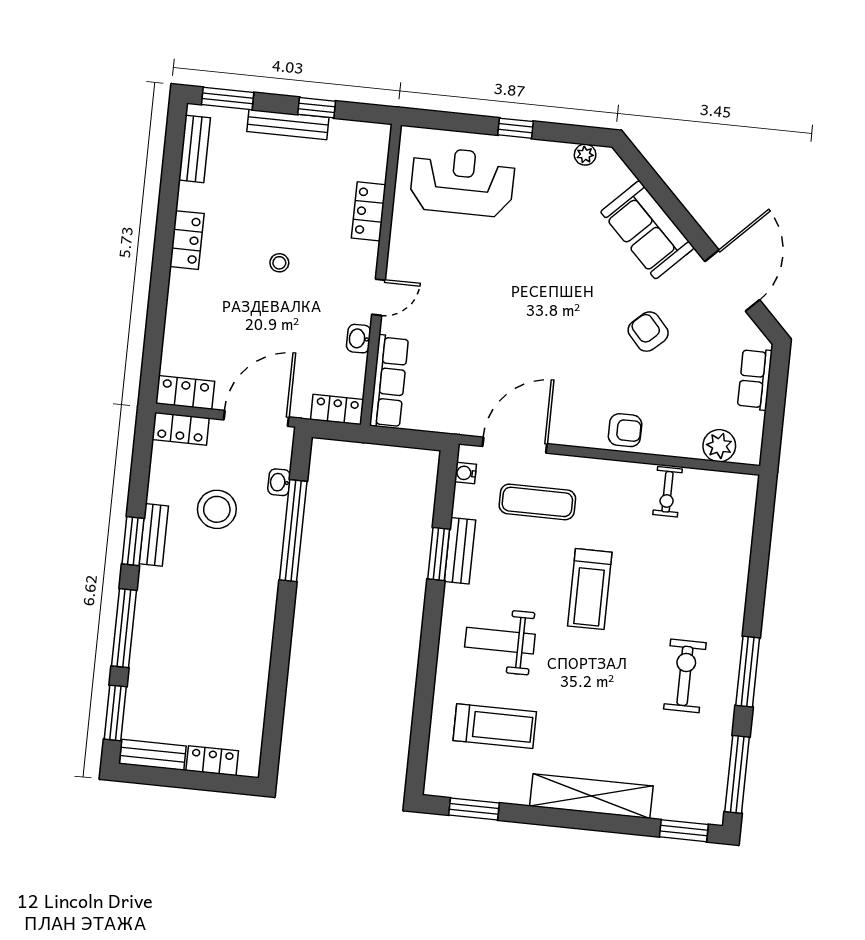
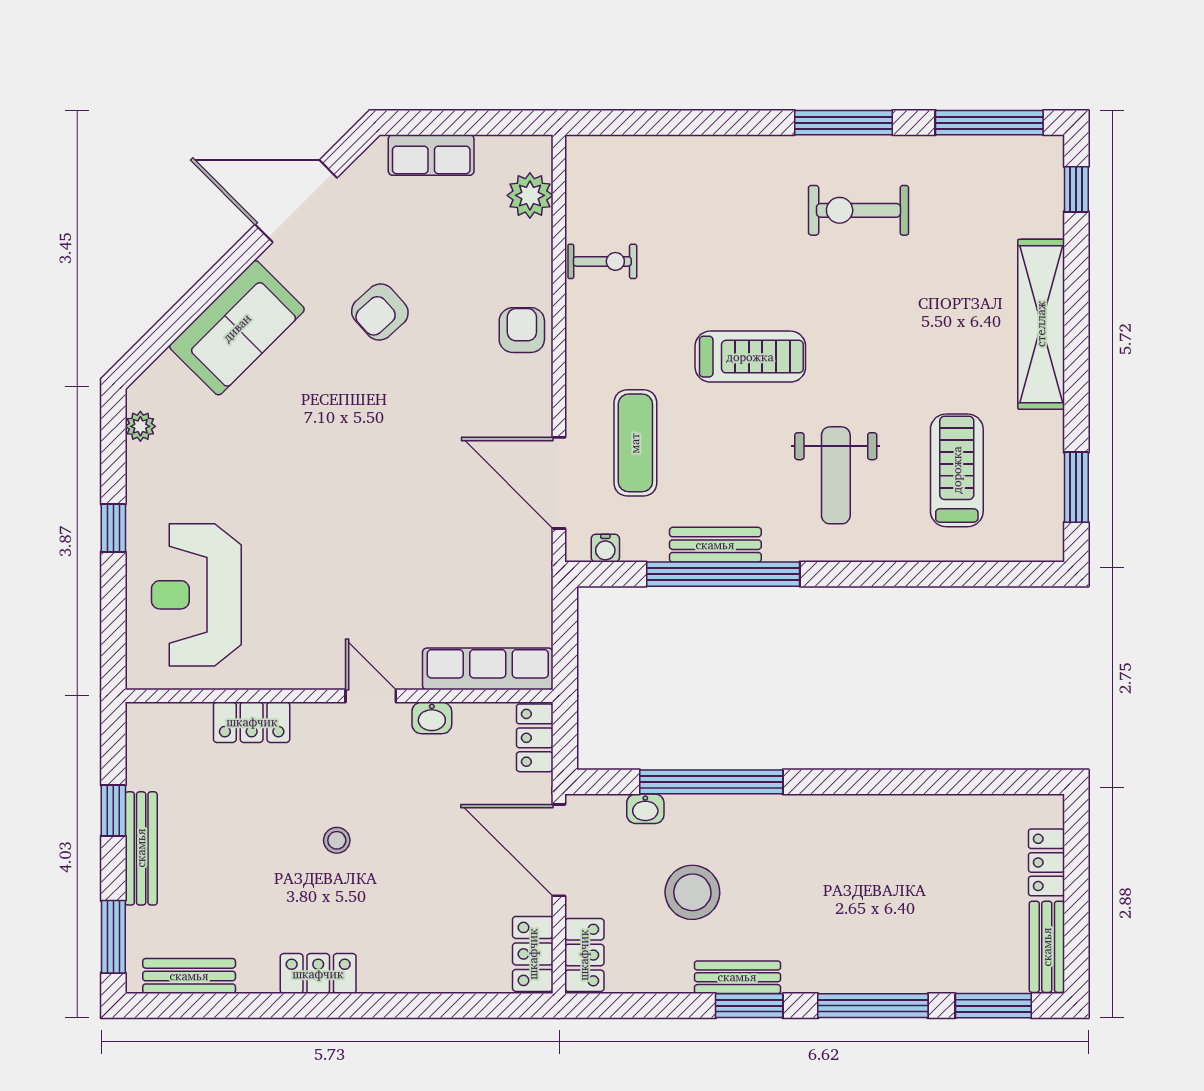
window: (439, 554) -> (723, 574), width x2.11
window: (684, 831) -> (1076, 189), width x0.67

